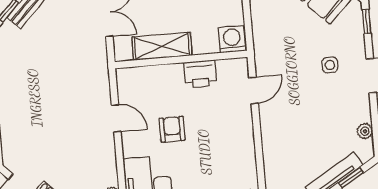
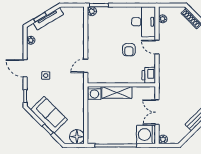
shelving: (162, 46) -> (117, 92), moved
printer: (200, 74) -> (149, 75), moved, turned -90
door: (116, 118) -> (157, 47), moved

